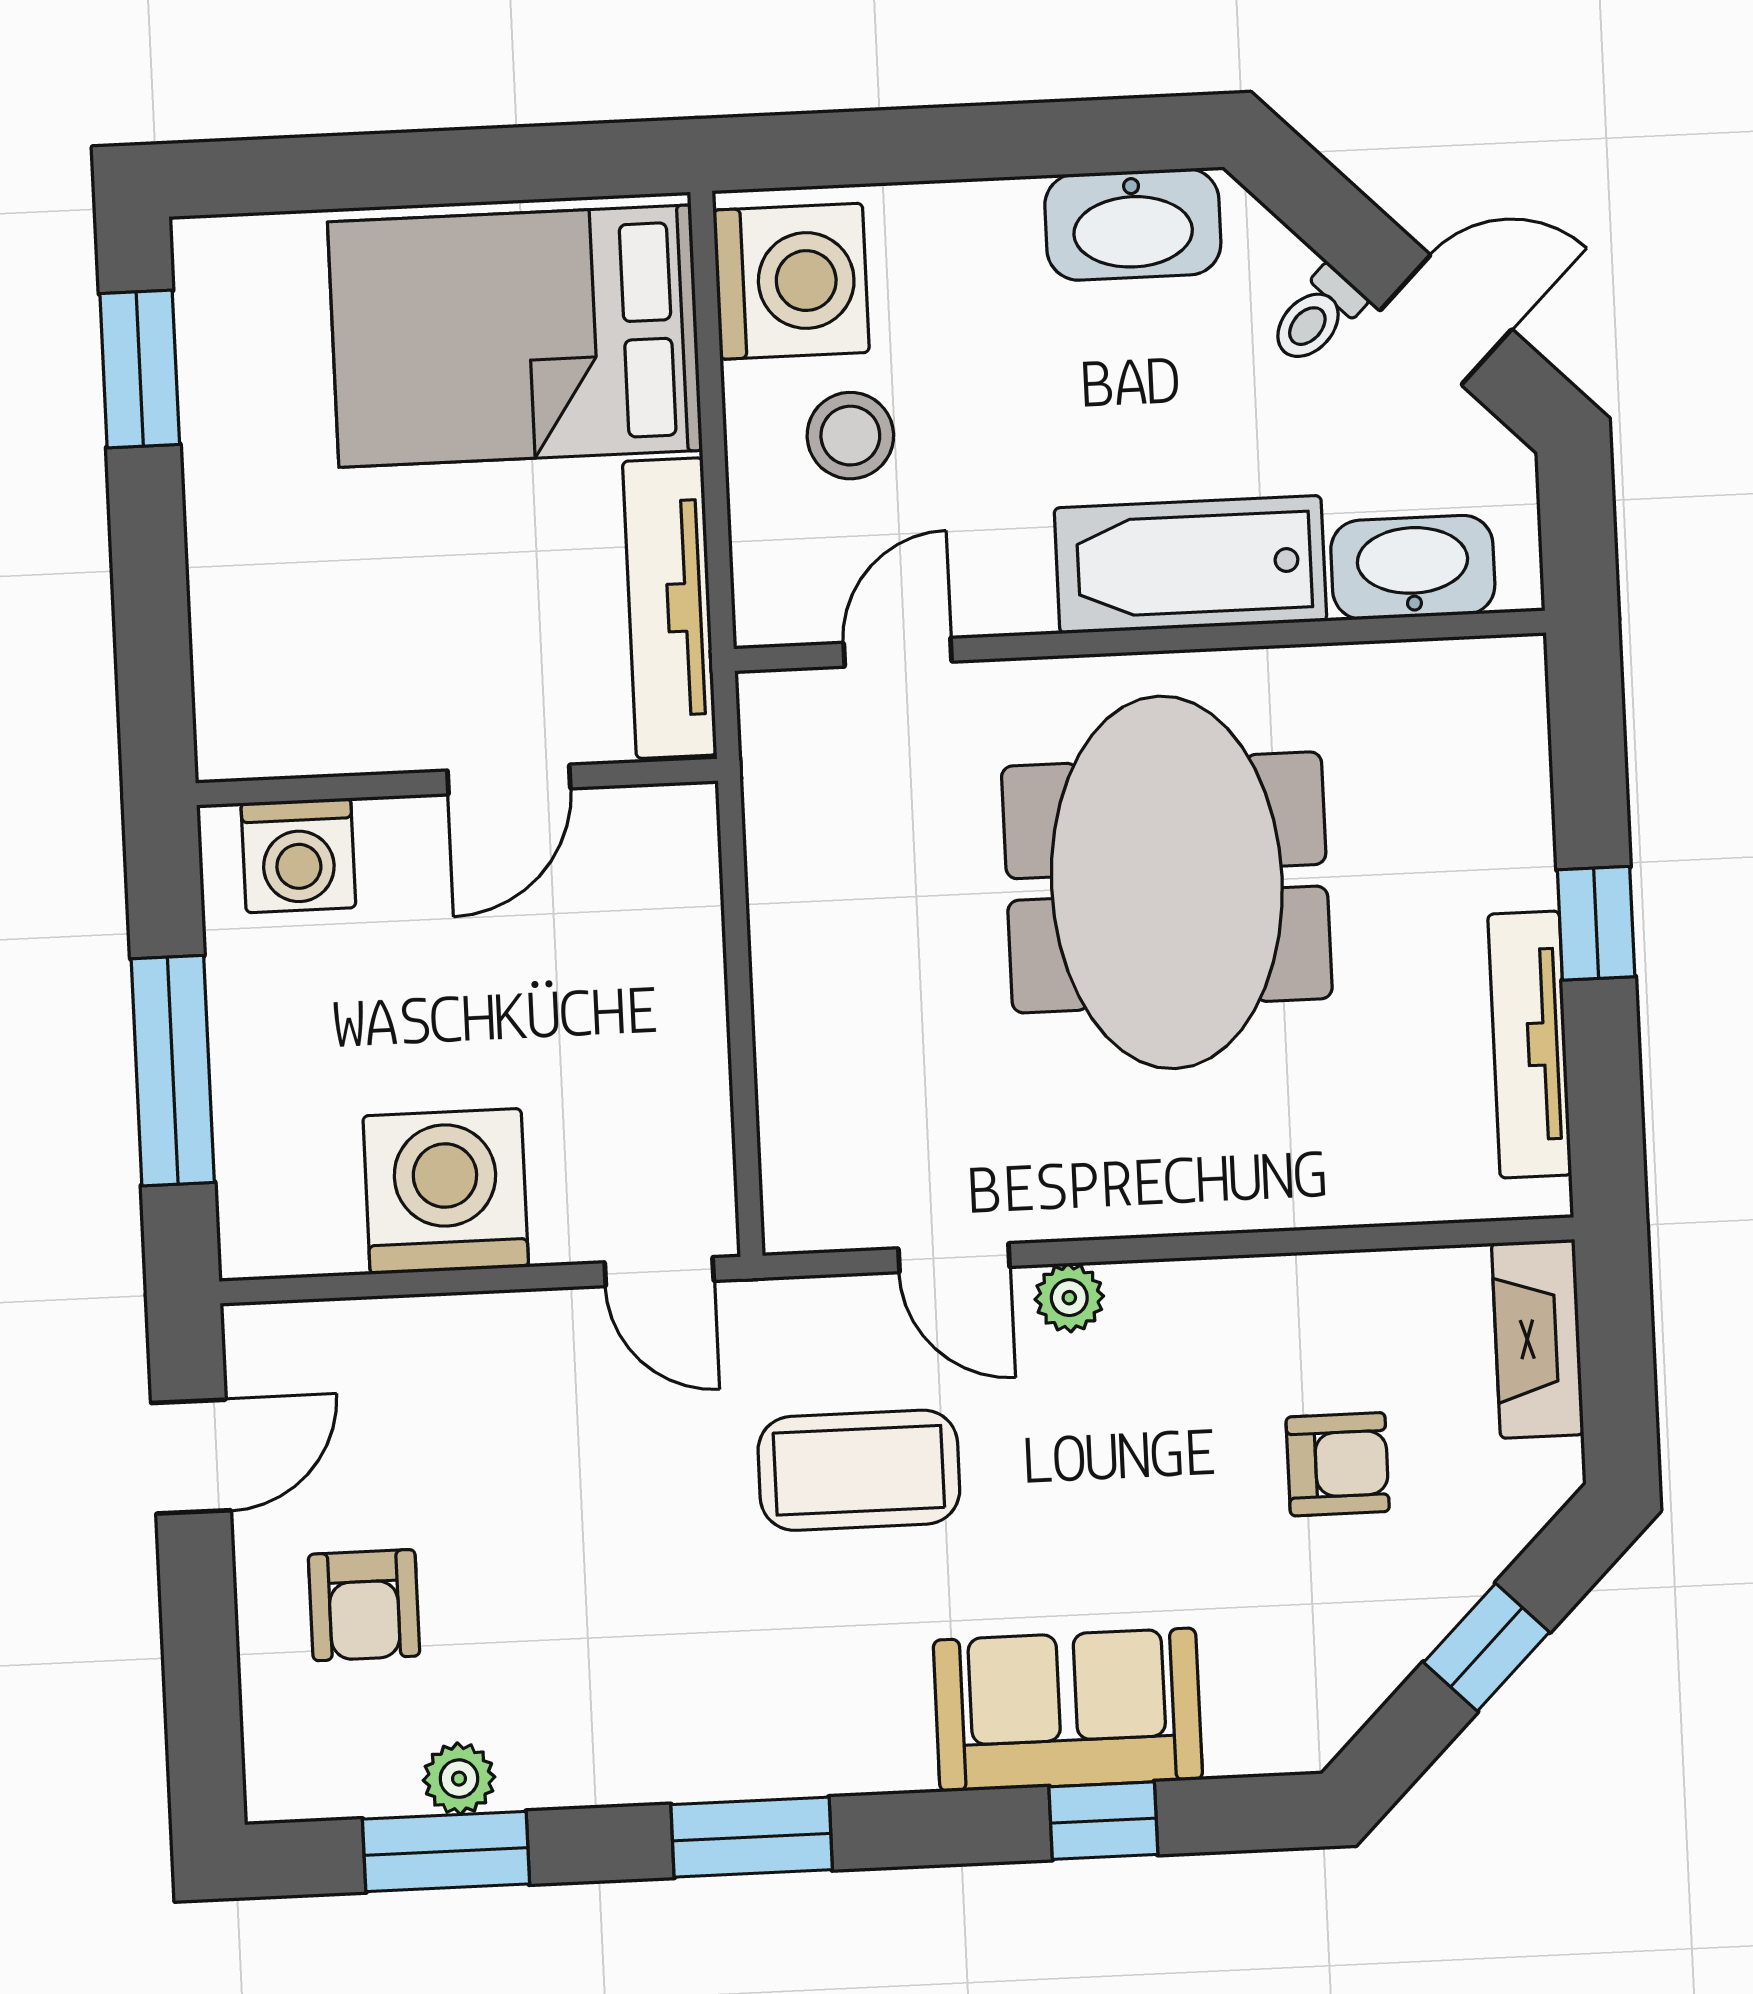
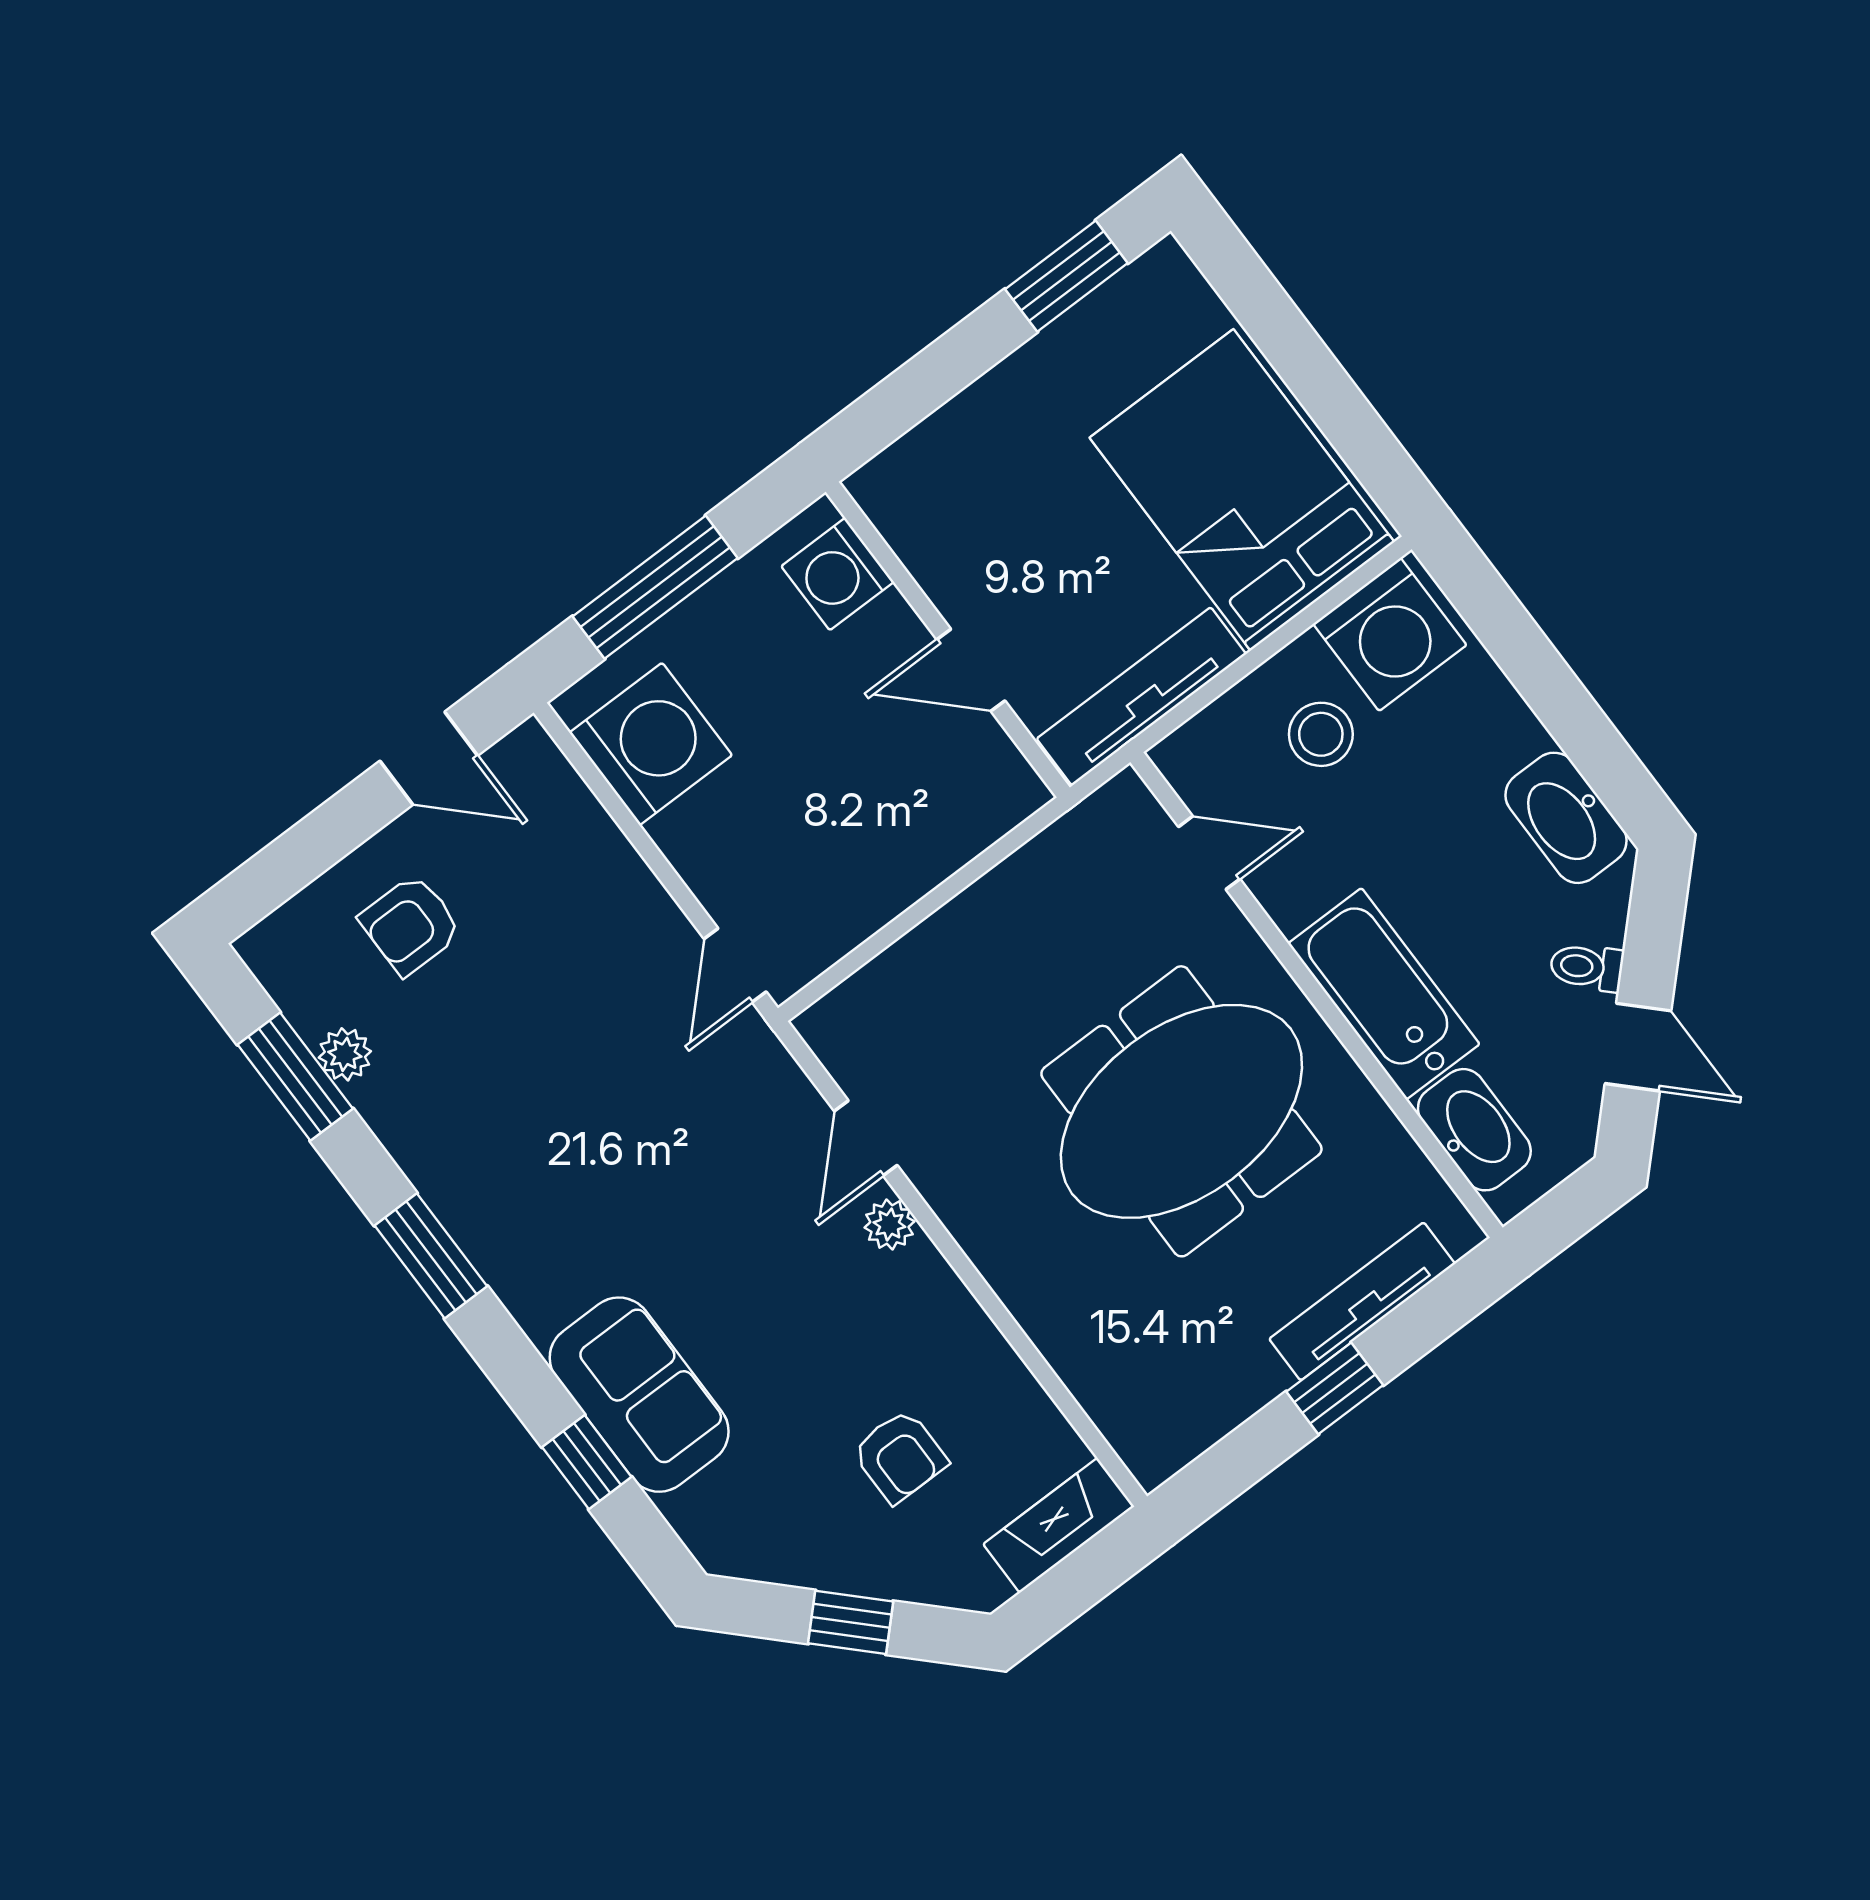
tv unit: (1530, 1045) -> (1362, 1301), moved
washing machine: (446, 1191) -> (651, 744), moved
coffee table: (859, 1470) -> (698, 1169), removed

